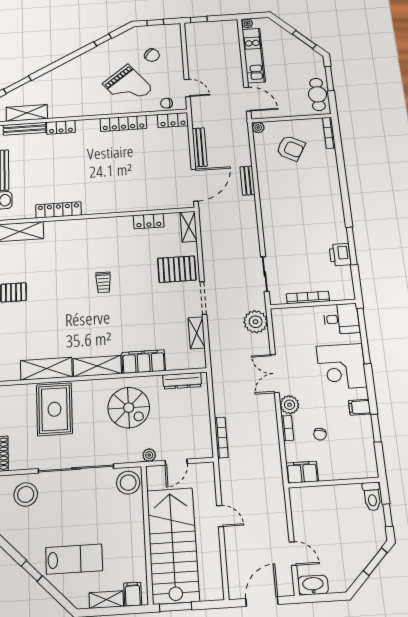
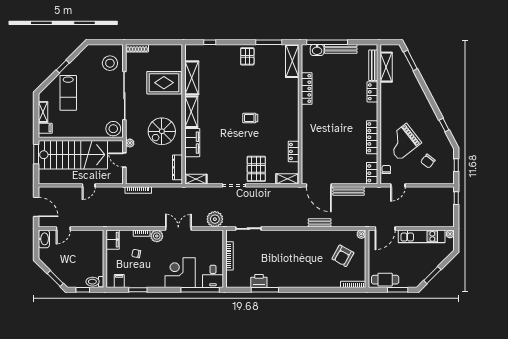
shelving: (197, 333) -> (196, 179), moved
filing cabinet: (360, 407) -> (119, 281), moved

